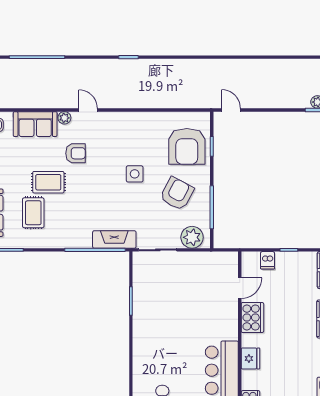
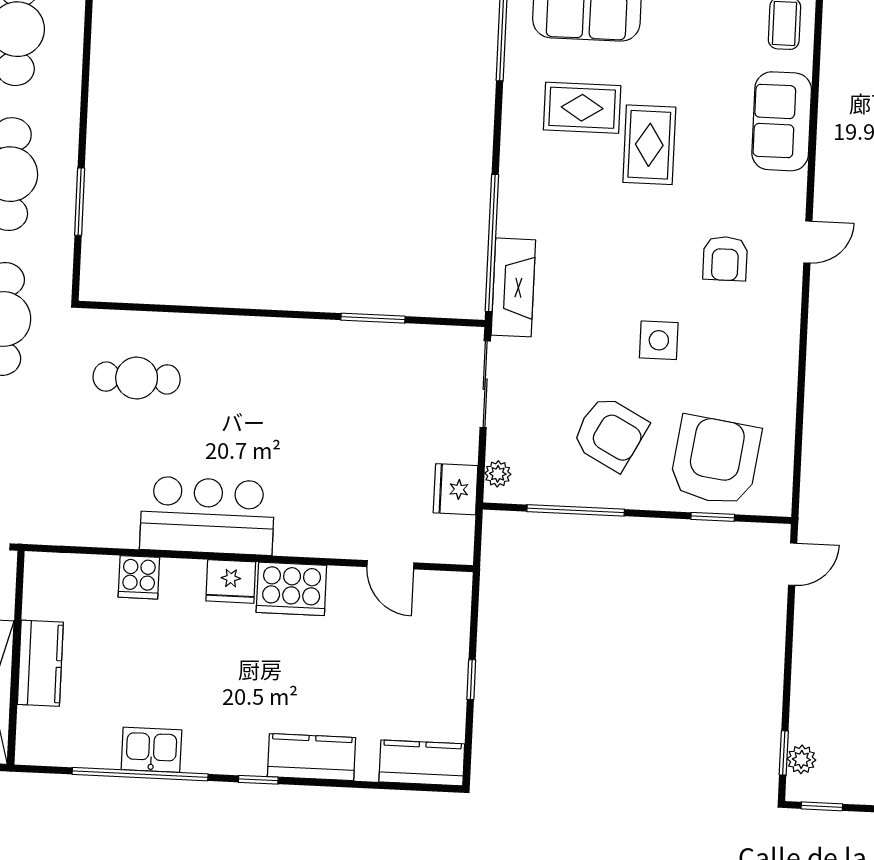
plant: (64, 118) -> (793, 188), removed
armchair: (187, 146) -> (715, 461), turned 98
armchair: (76, 153) -> (725, 259), moved
plant: (192, 237) -> (498, 474), width x0.53, depth x0.53
dishwasher: (268, 260) -> (450, 630), removed
fridge: (205, 261) -> (456, 489), added
cooker: (252, 317) -> (291, 589), moved

